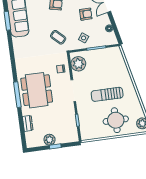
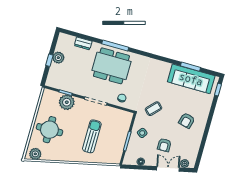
plant: (78, 64) -> (67, 102), moved
sun lounger: (107, 94) -> (92, 136), moved

